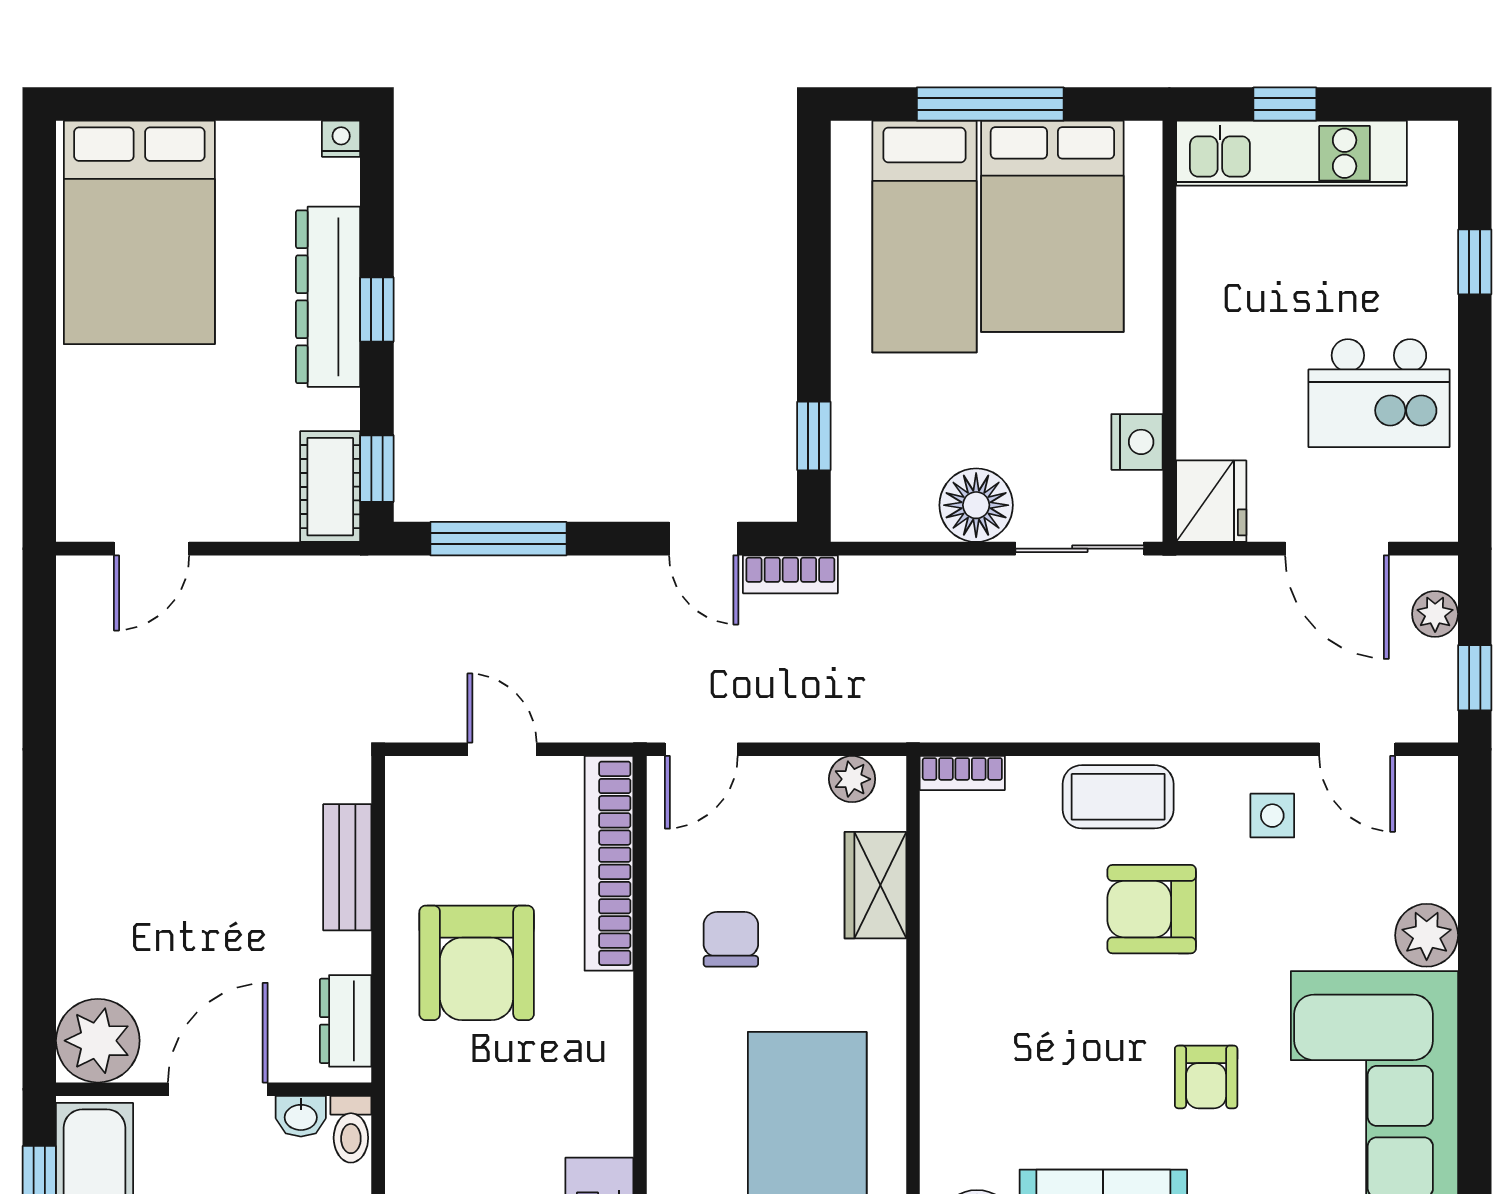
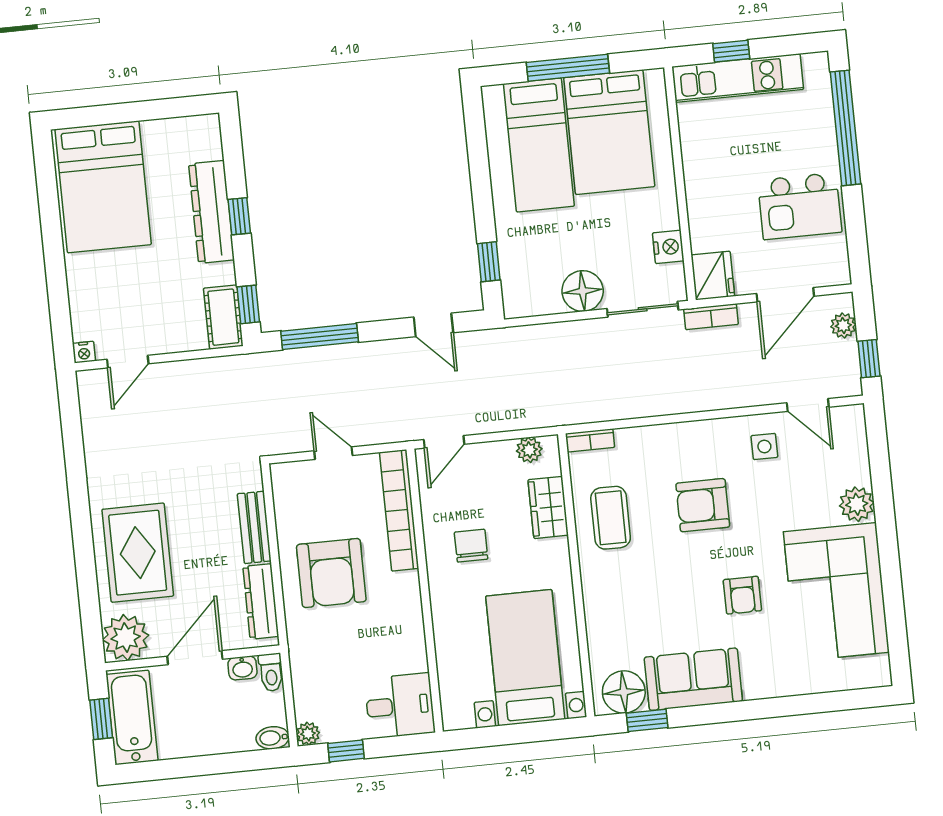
nightstand: (341, 139) -> (84, 352), moved, turned 180
window: (1475, 262) -> (845, 128), width x3.17
door: (1337, 549) -> (785, 295), hinge flipped
bookcase: (790, 574) -> (711, 317), moved
coffee table: (1118, 797) -> (611, 518), moved, turned 90
rug: (135, 891) -> (138, 553), added
dresser: (346, 1021) -> (261, 601), width x1.44

